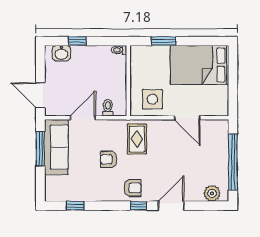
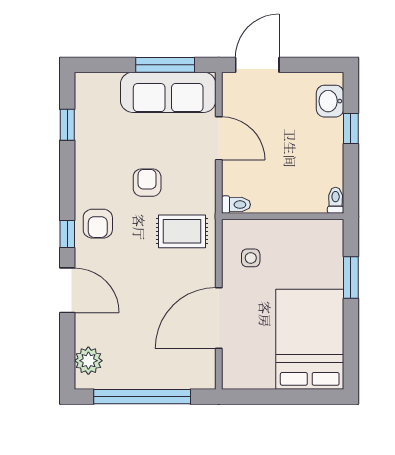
side table: (152, 99) -> (251, 258), width x0.54, depth x0.54
toilet: (108, 108) -> (236, 205), moved
door: (187, 118) -> (219, 318), width x1.36

